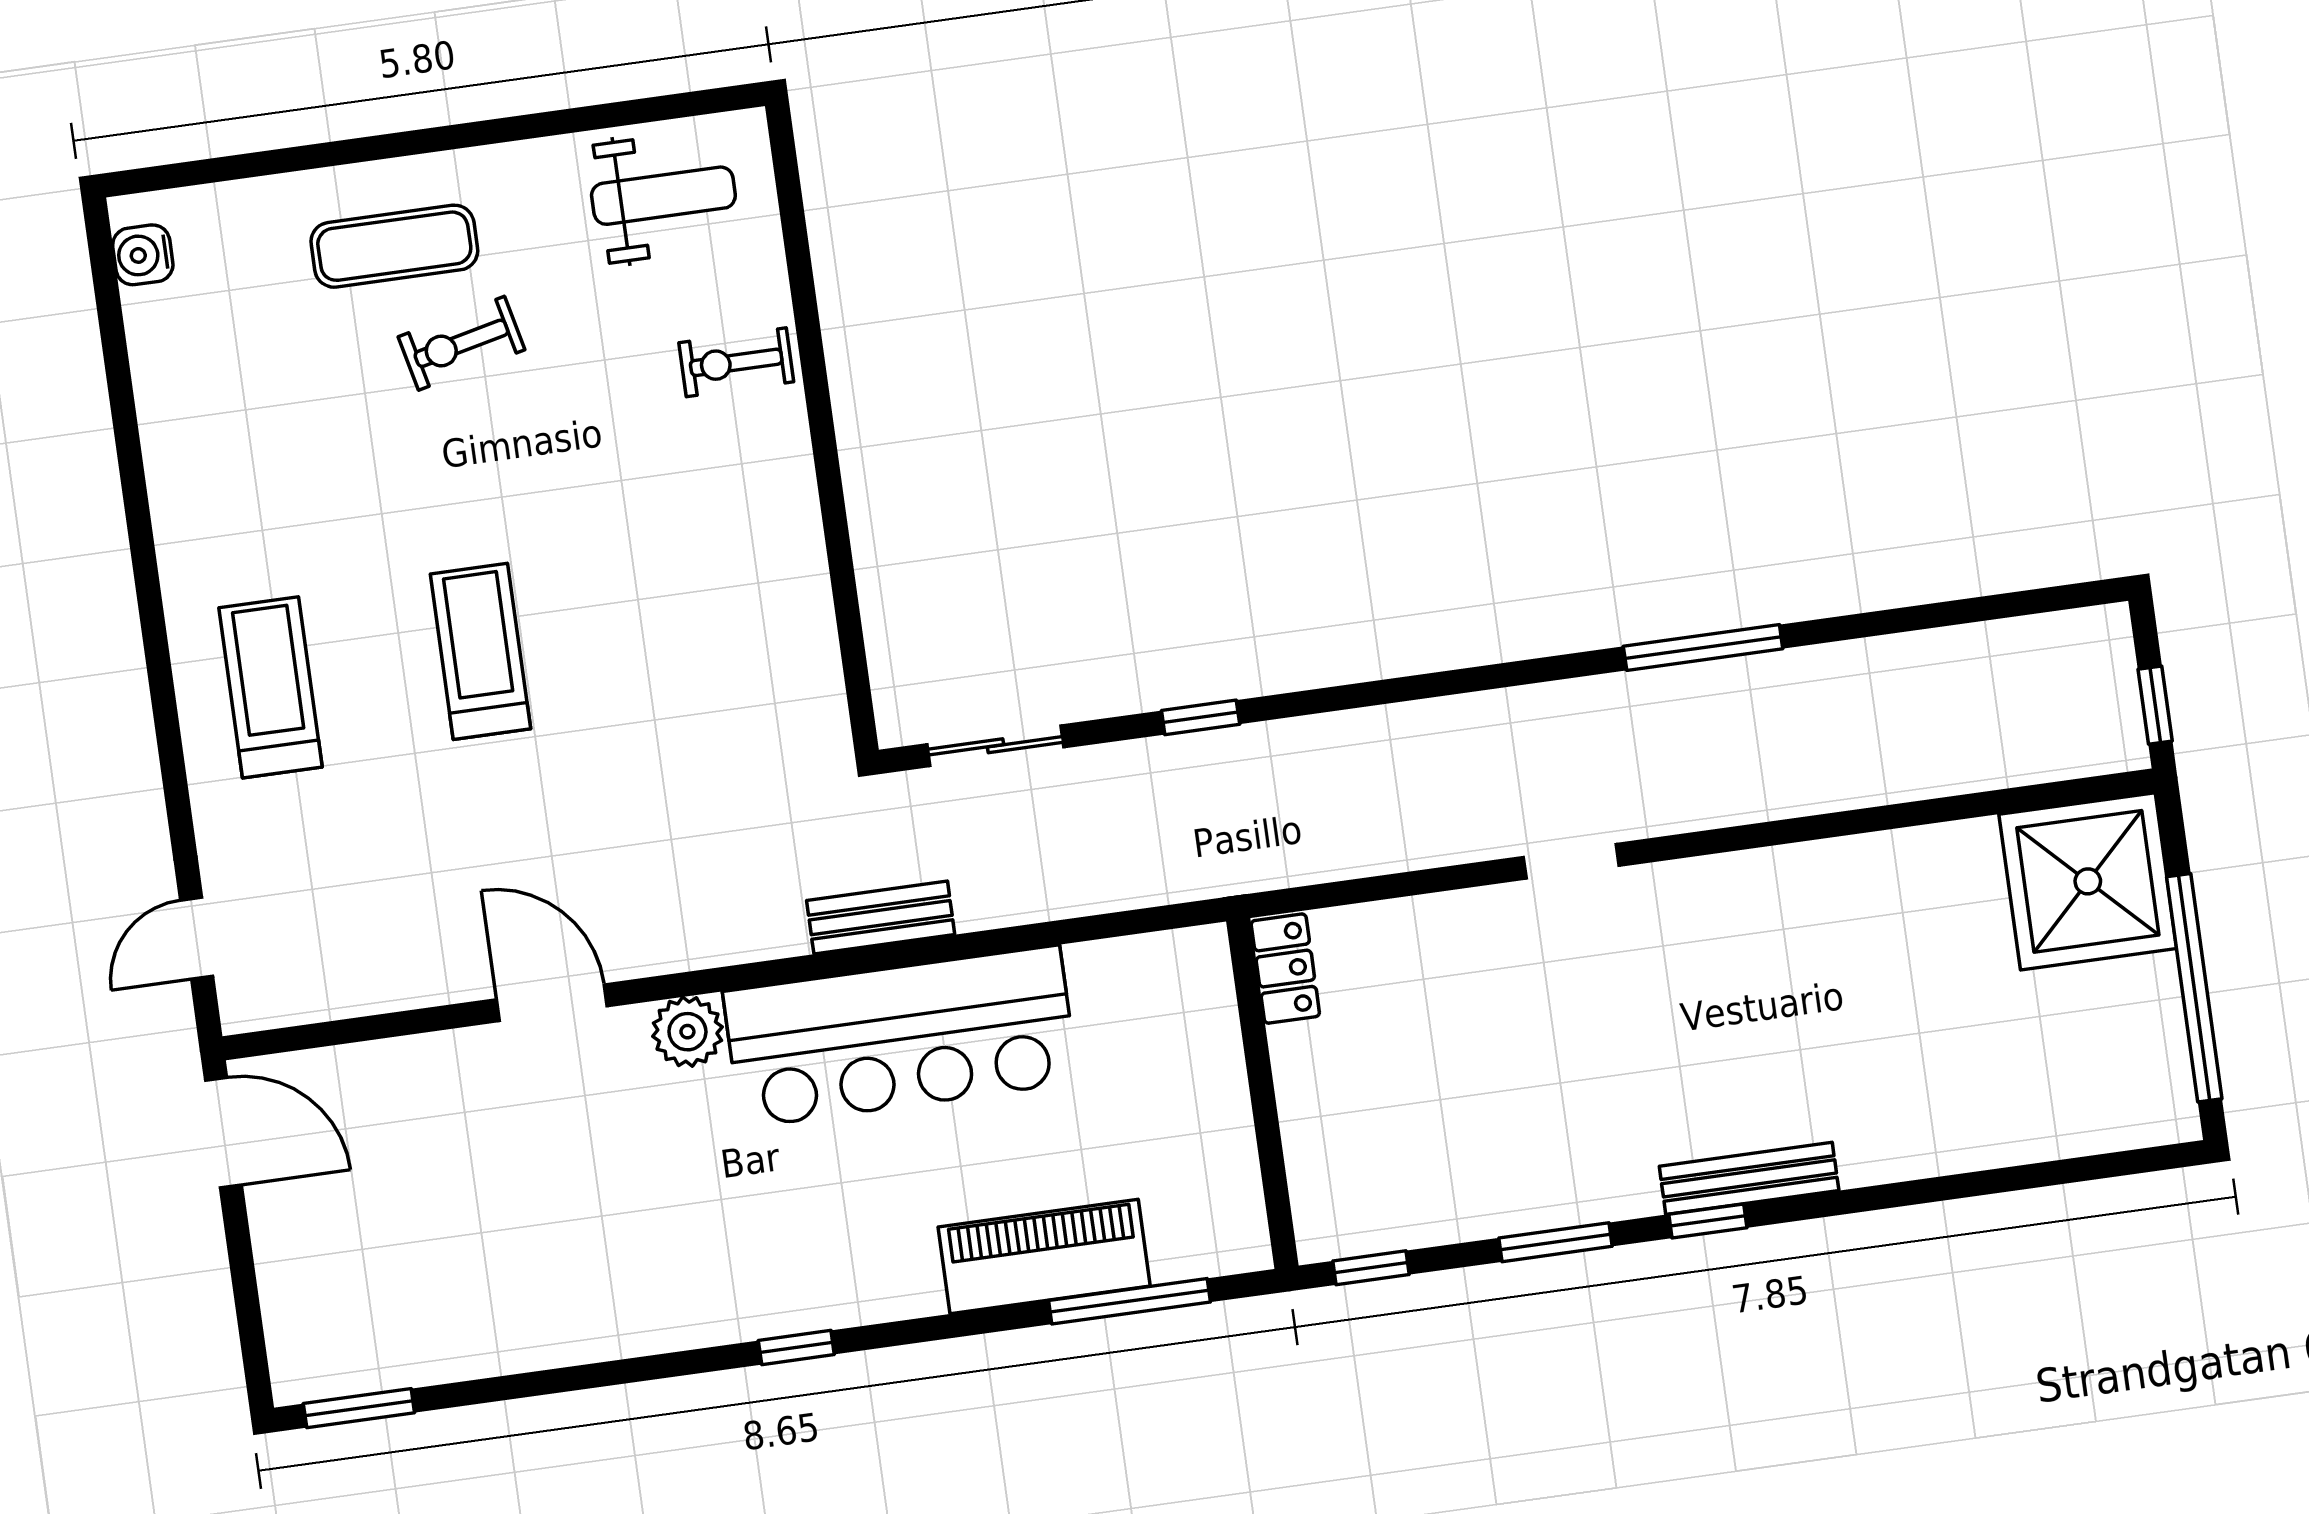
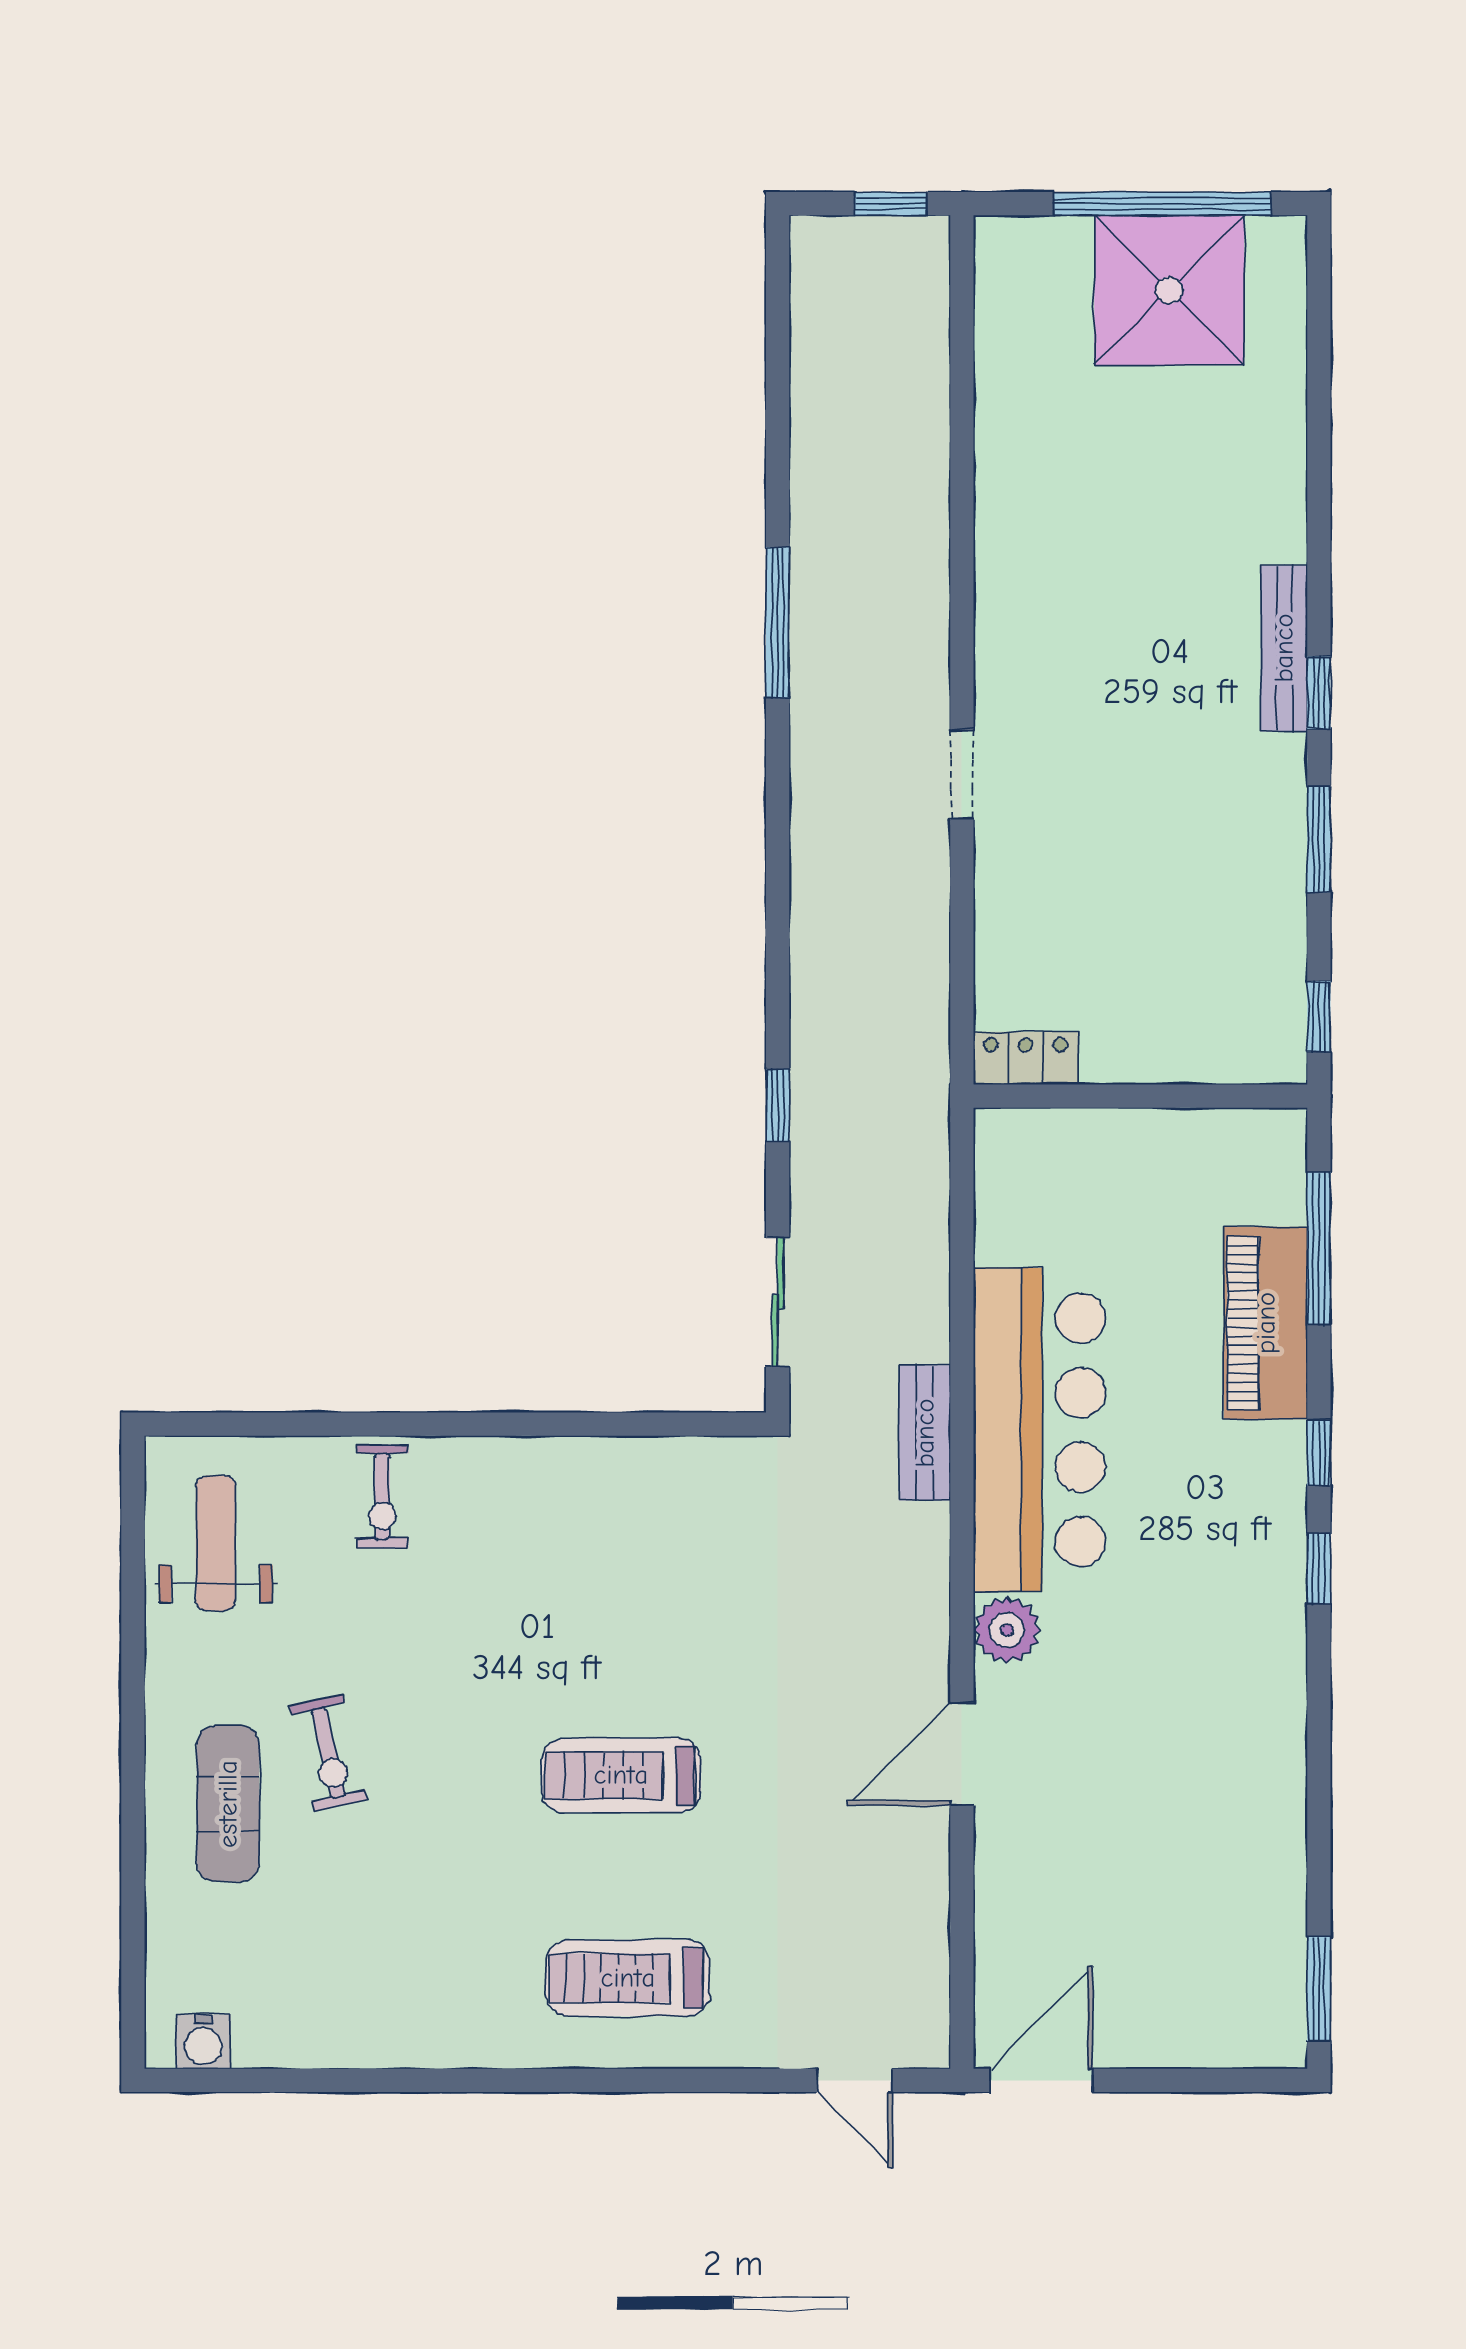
shower: (2088, 881) -> (1169, 290), moved
window: (917, 1331) -> (1319, 1453), added

